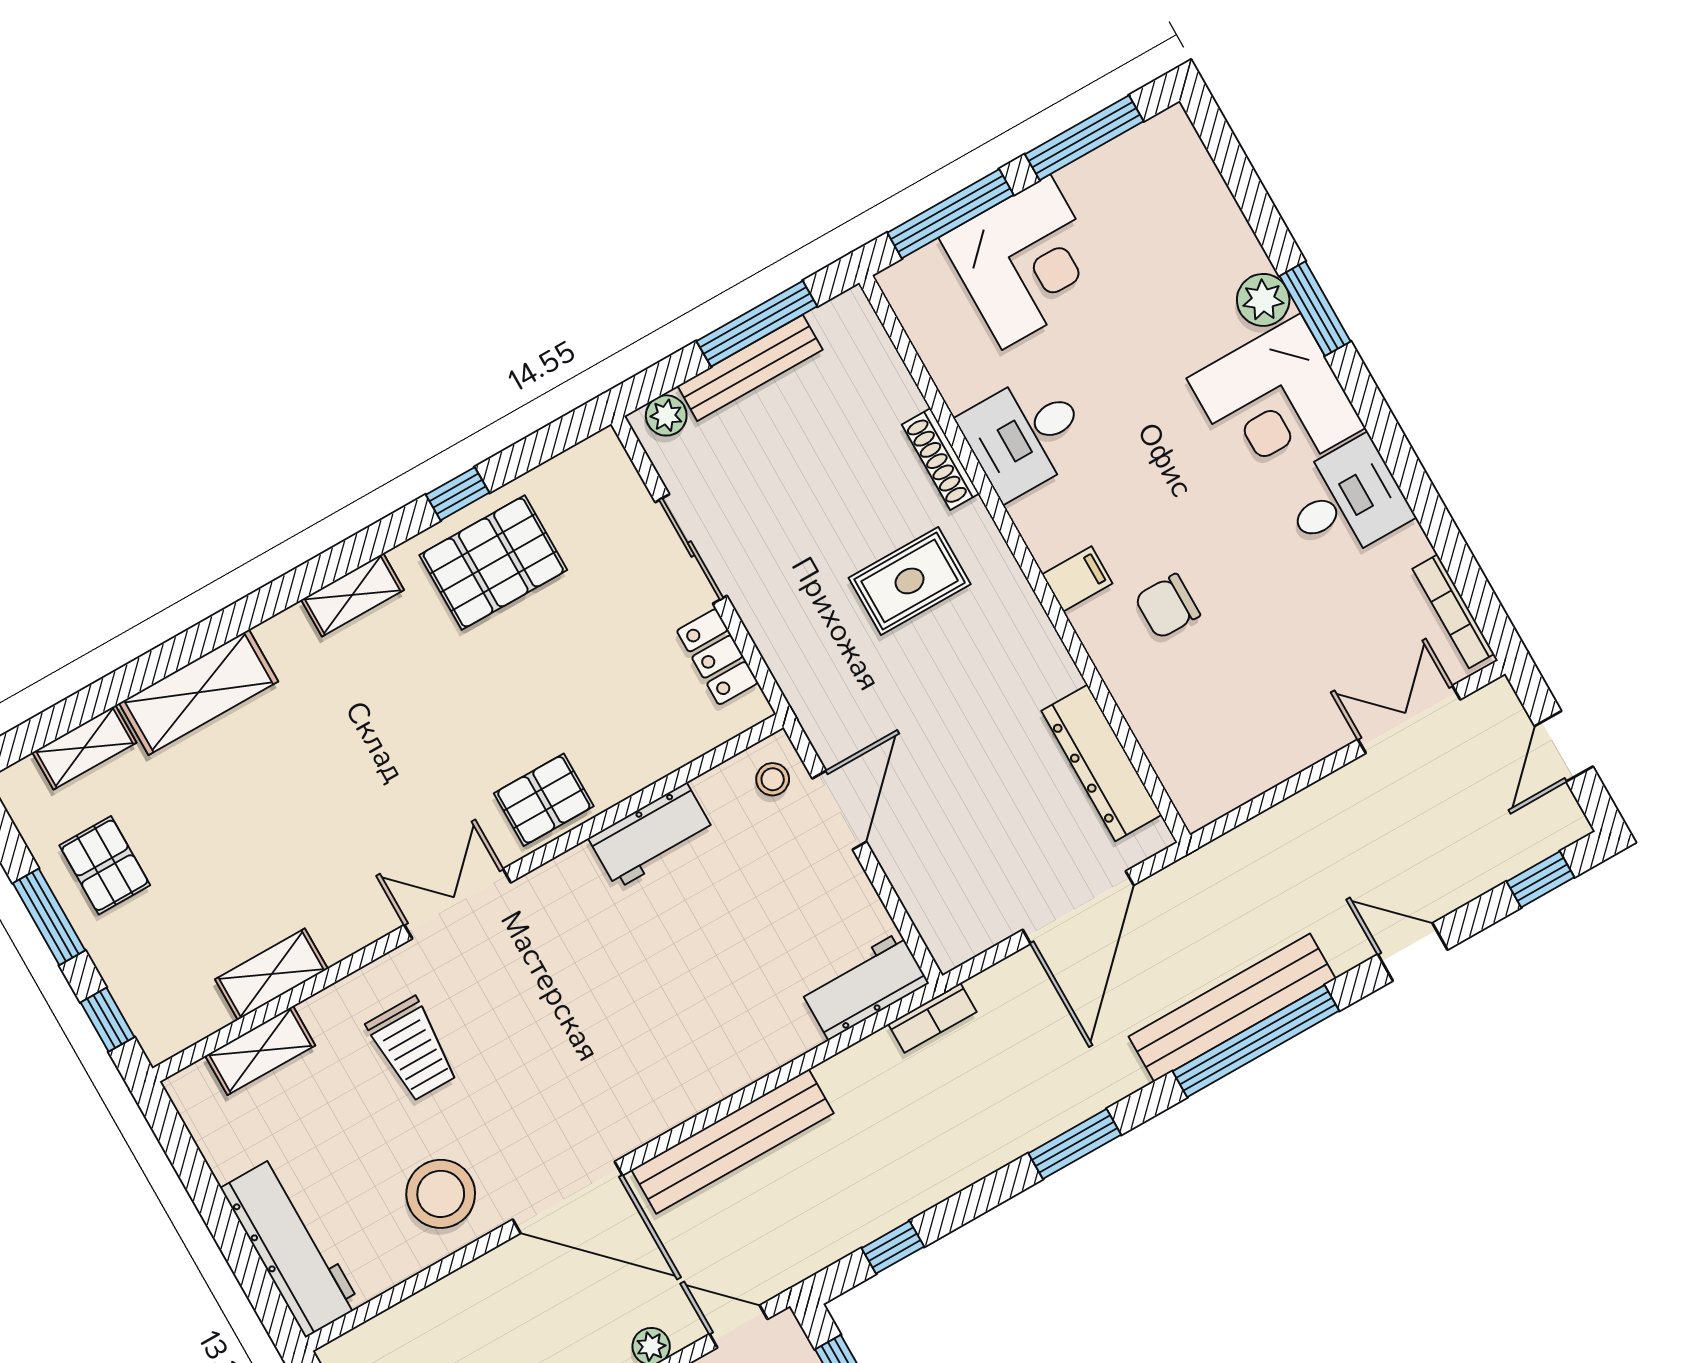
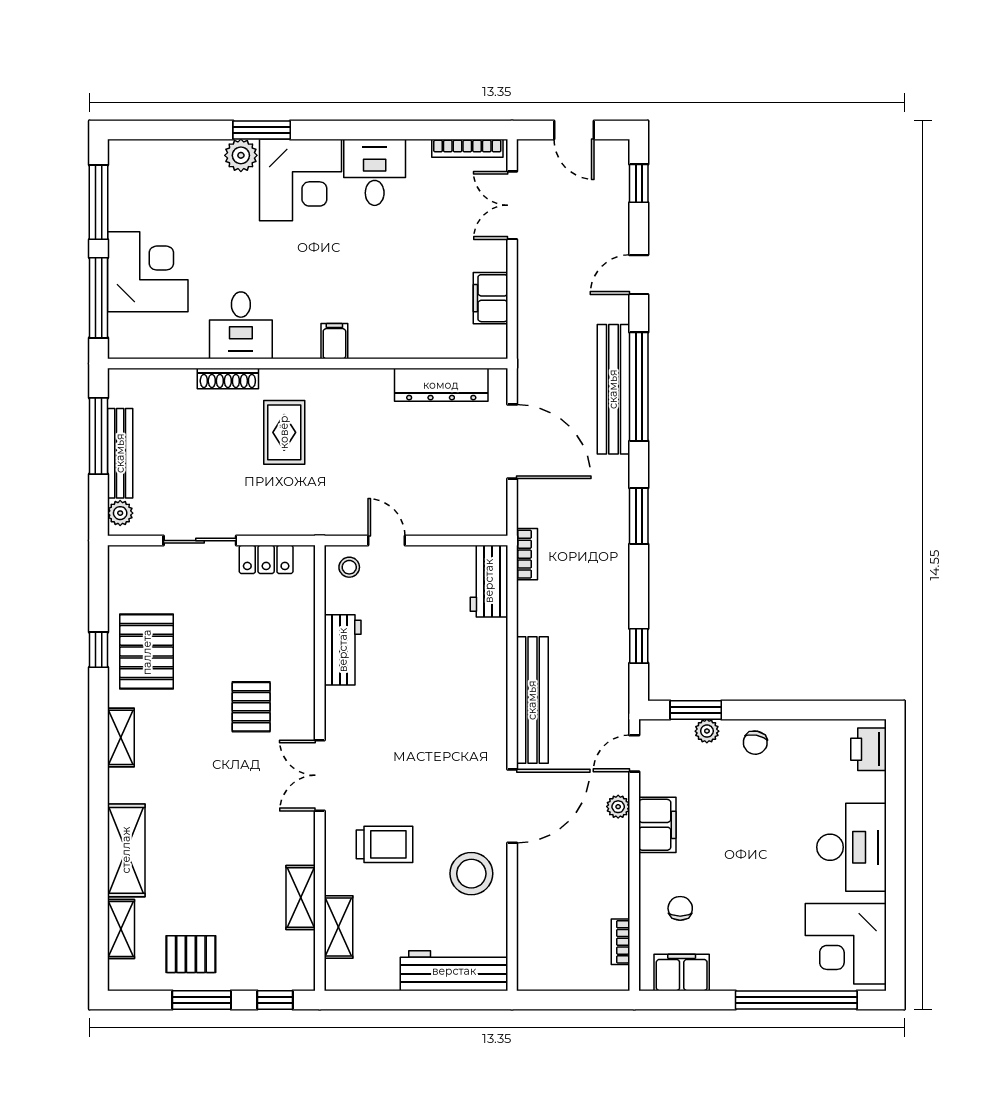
chair: (1167, 606) -> (377, 301), removed
filing cabinet: (1262, 763) -> (490, 298), added
pallet: (544, 800) -> (251, 707), moved
door: (839, 810) -> (386, 541), width x0.73

